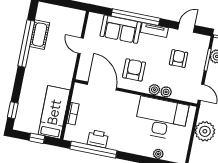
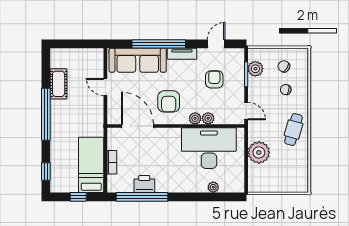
sofa: (121, 29) -> (138, 60), width x1.36
window: (26, 43) -> (46, 114), moved
armchair: (134, 70) -> (169, 101), turned 180

